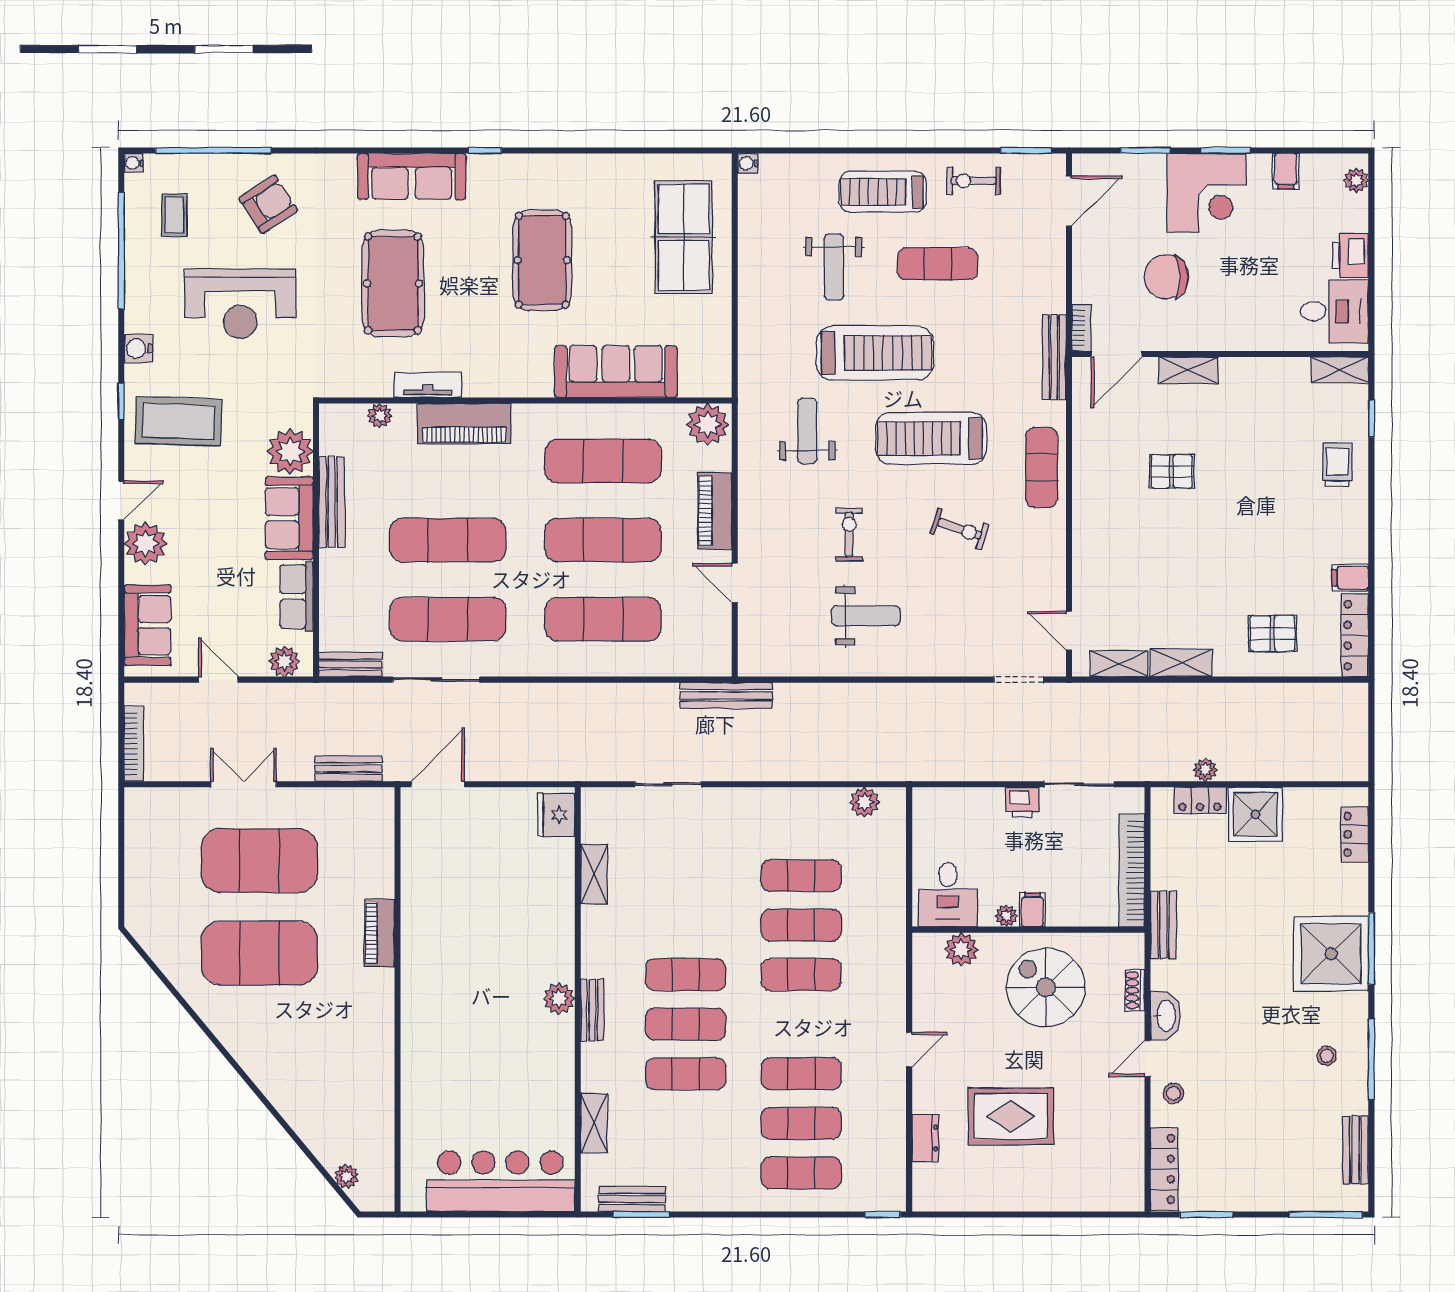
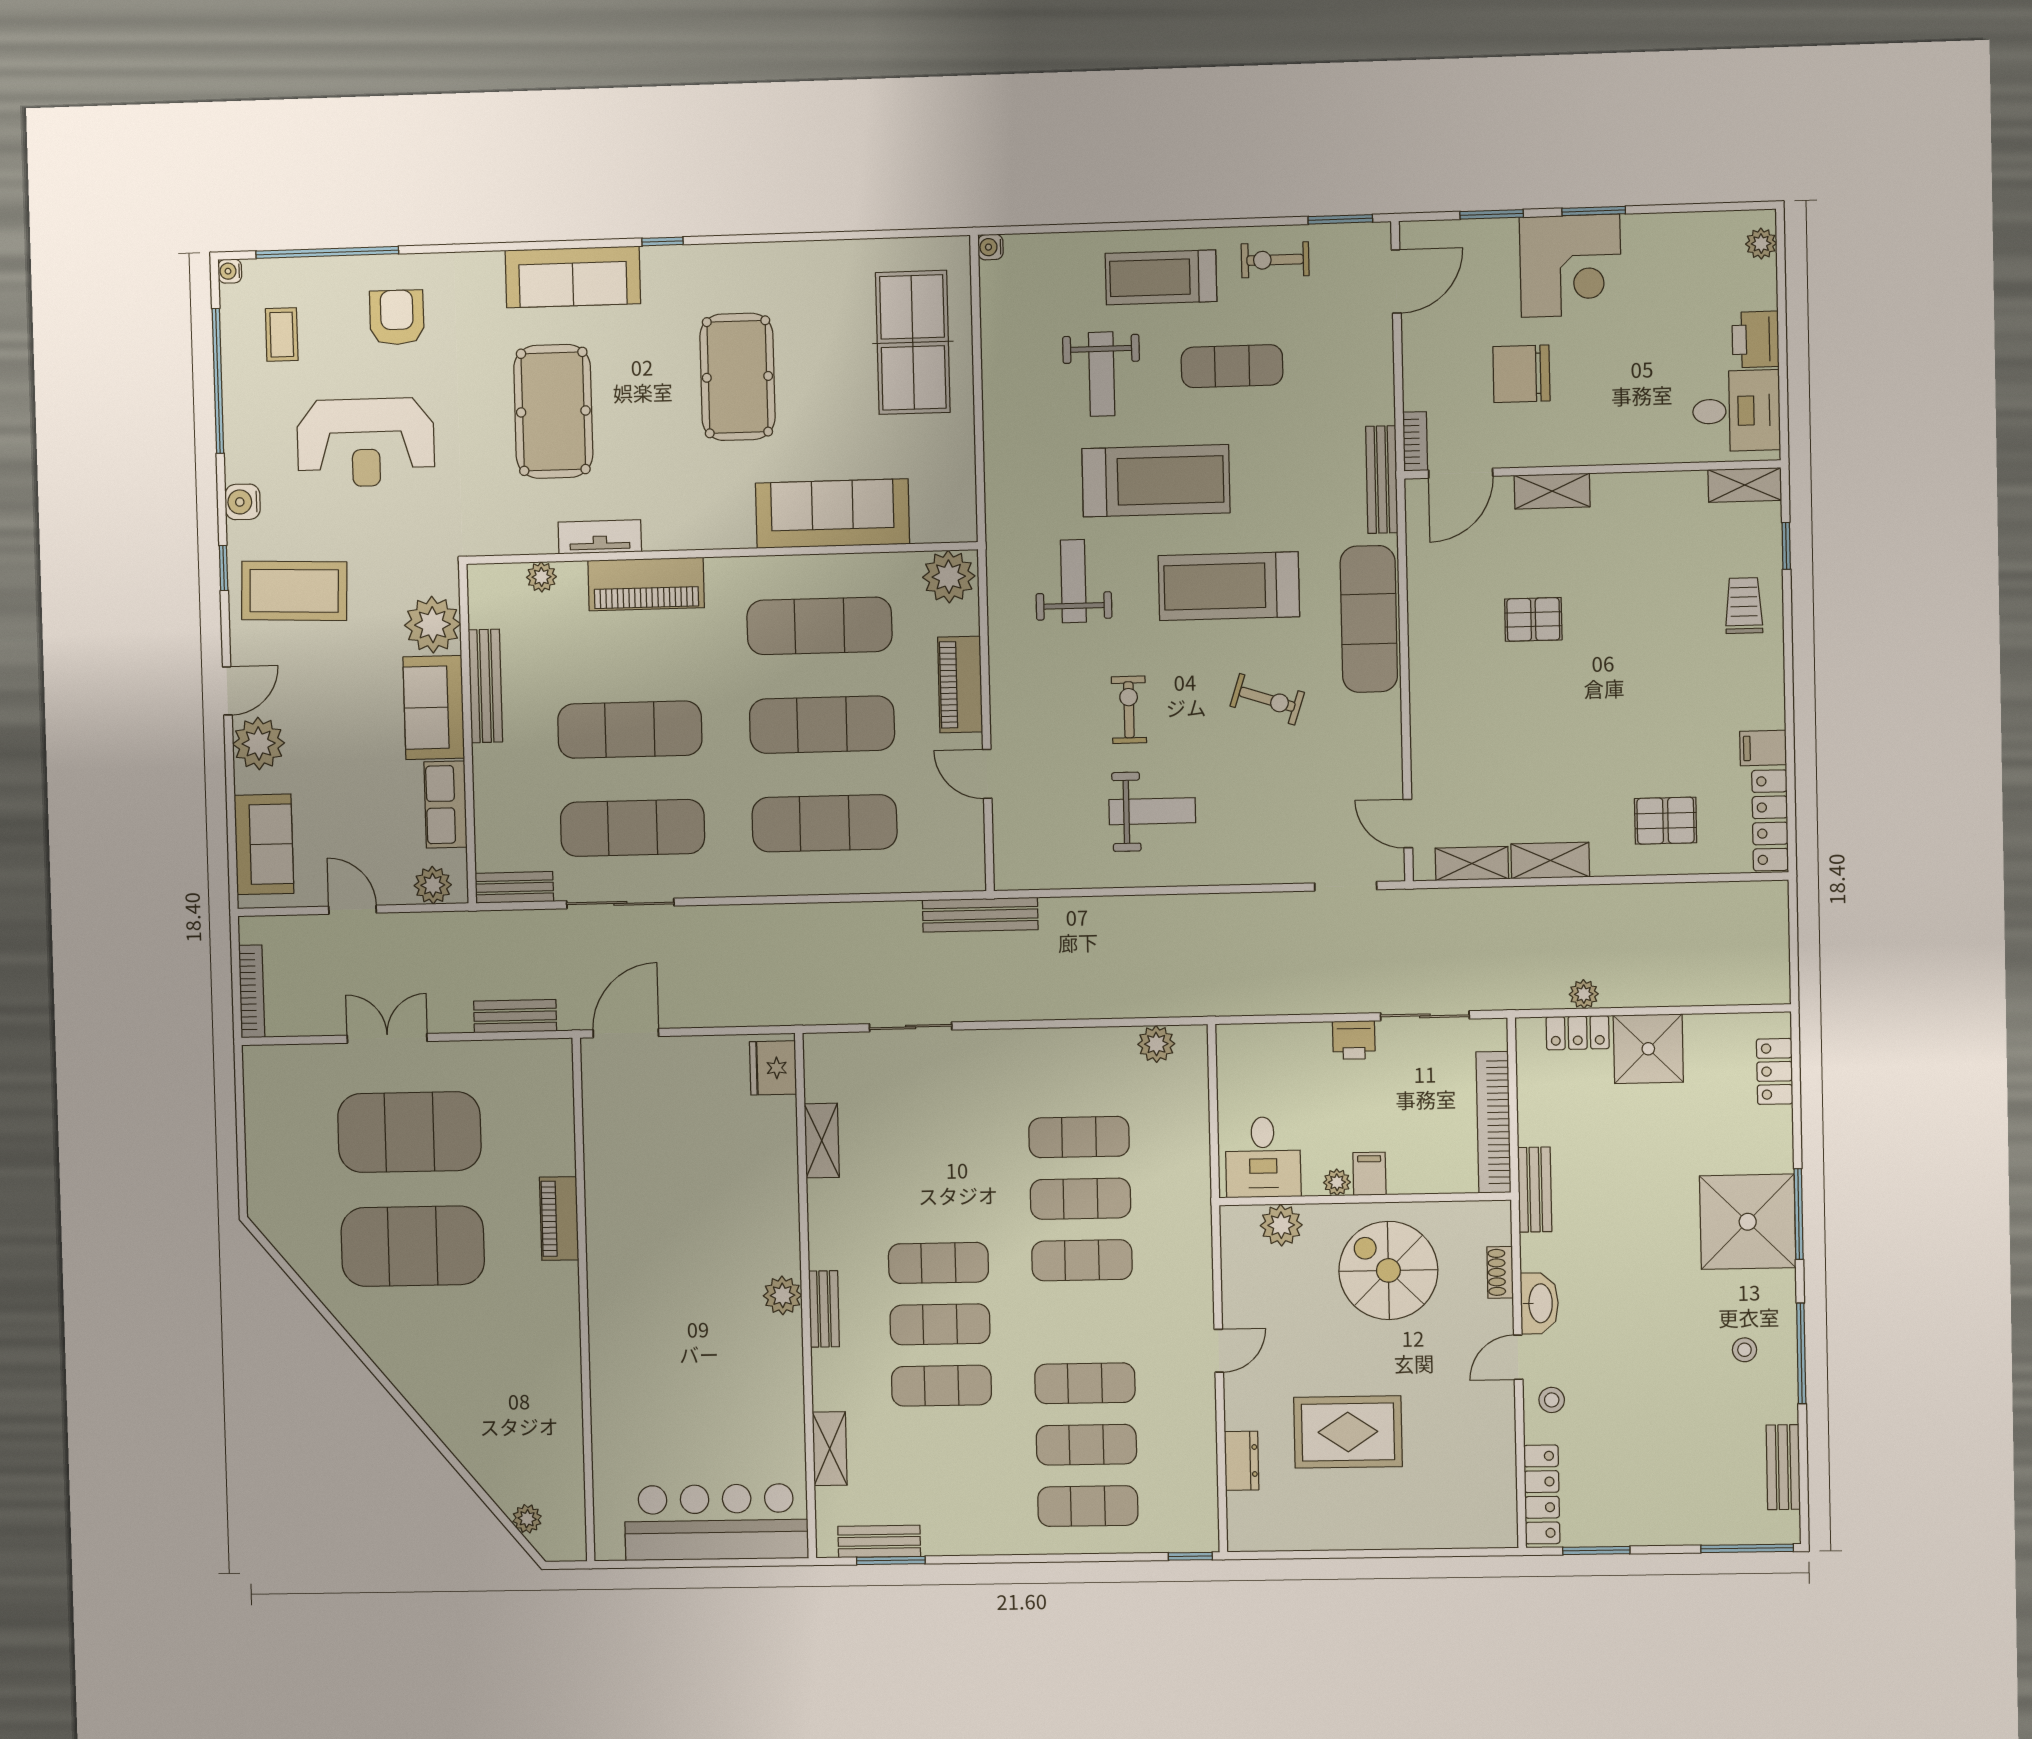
filing cabinet: (1286, 171) -> (1671, 235), removed
armchair: (268, 204) -> (397, 317), turned -57
exercise mat: (1042, 467) -> (1369, 619), width x1.36, depth x1.45

